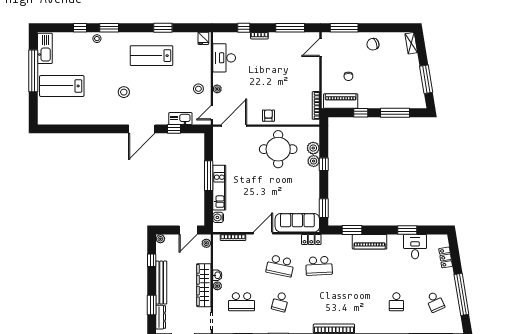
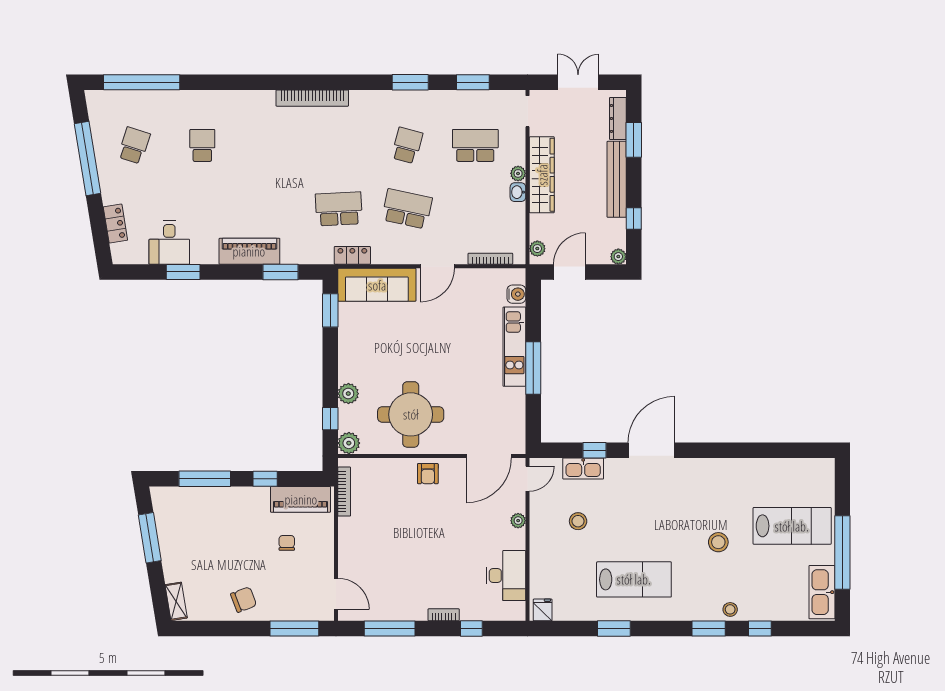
door: (321, 47) -> (336, 594), hinge flipped
stool: (198, 89) -> (578, 521), moved
stool: (124, 92) -> (718, 542), moved
plant: (313, 148) -> (349, 443), moved
window: (324, 164) -> (330, 419), moved
school desk: (435, 302) -> (134, 145), turned 42

